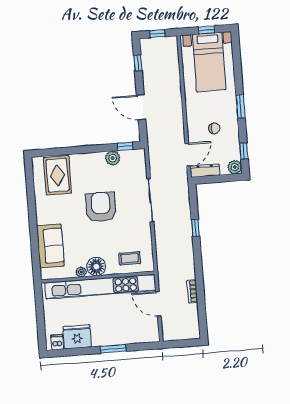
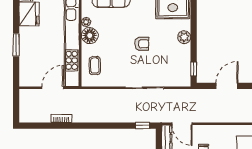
plant: (113, 158) -> (184, 37), moved
armchair: (101, 207) -> (142, 44), width x0.53, depth x0.53
window: (195, 228) -> (143, 126), moved

